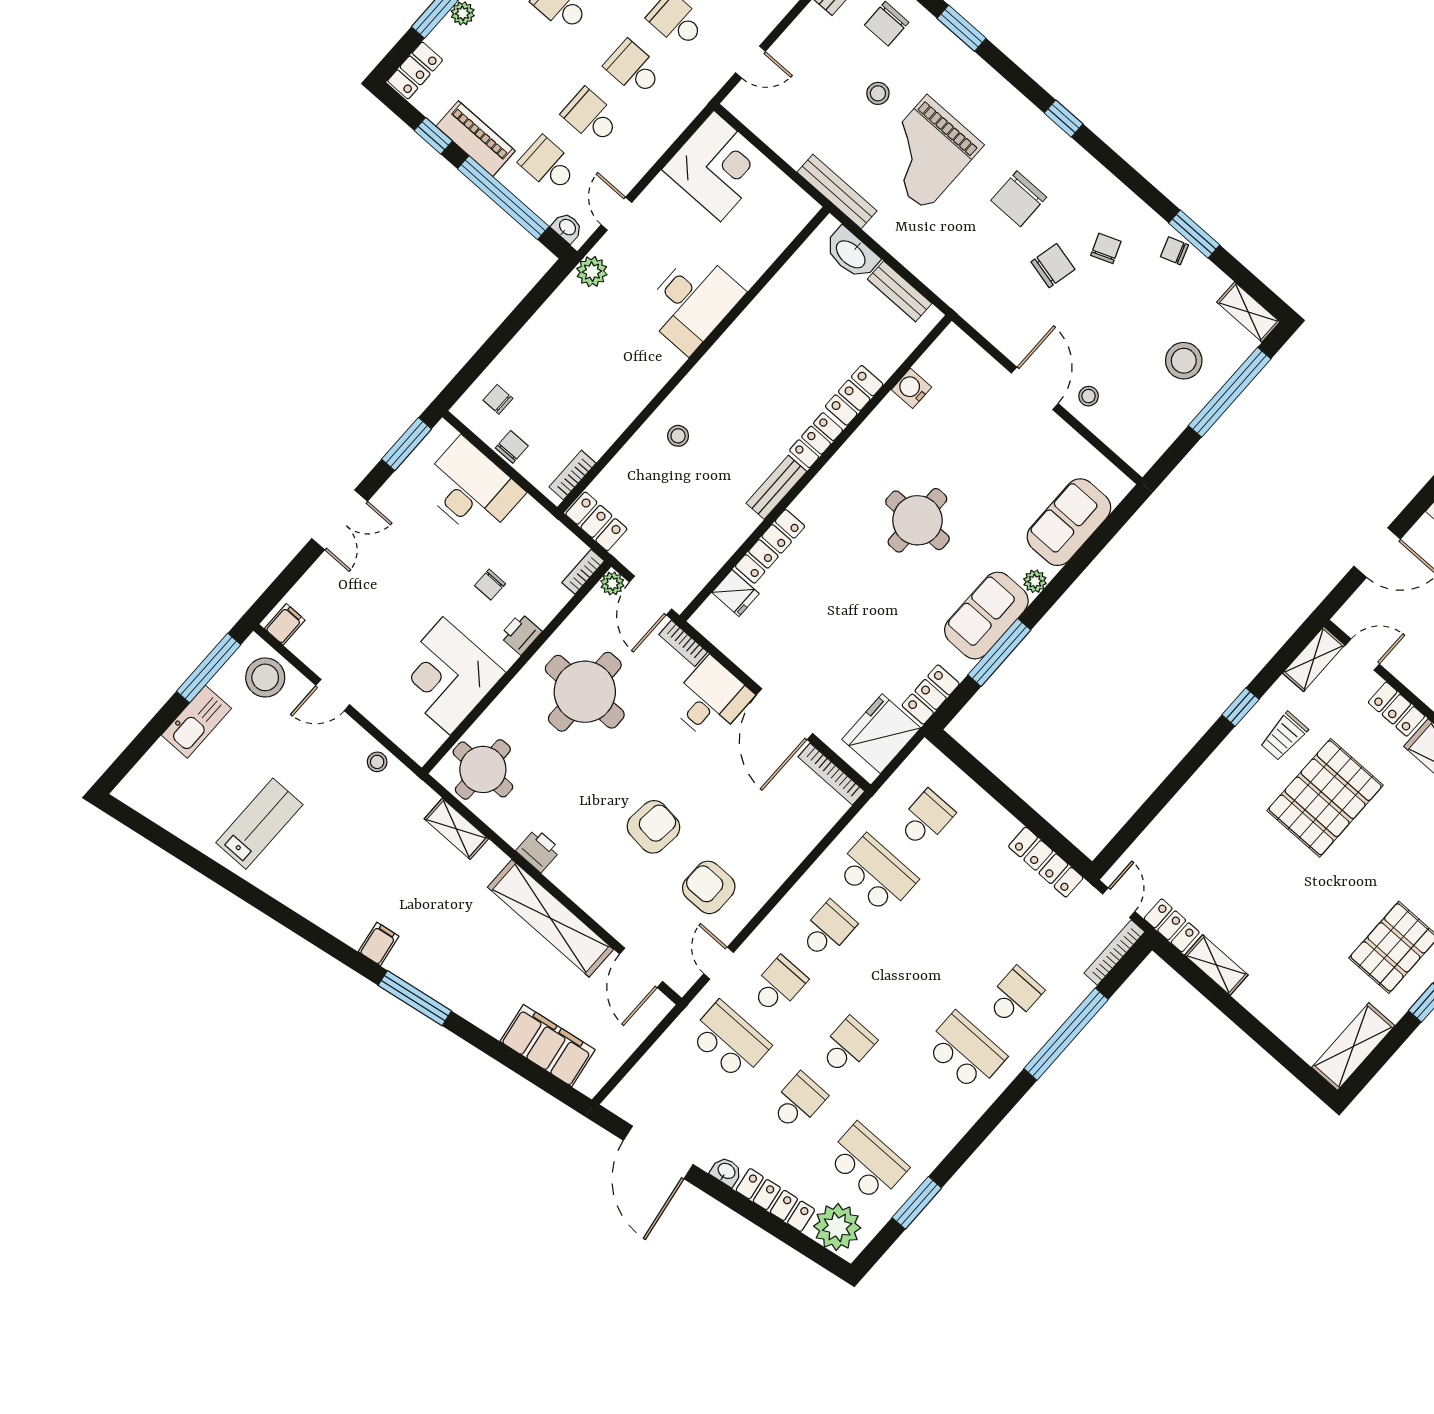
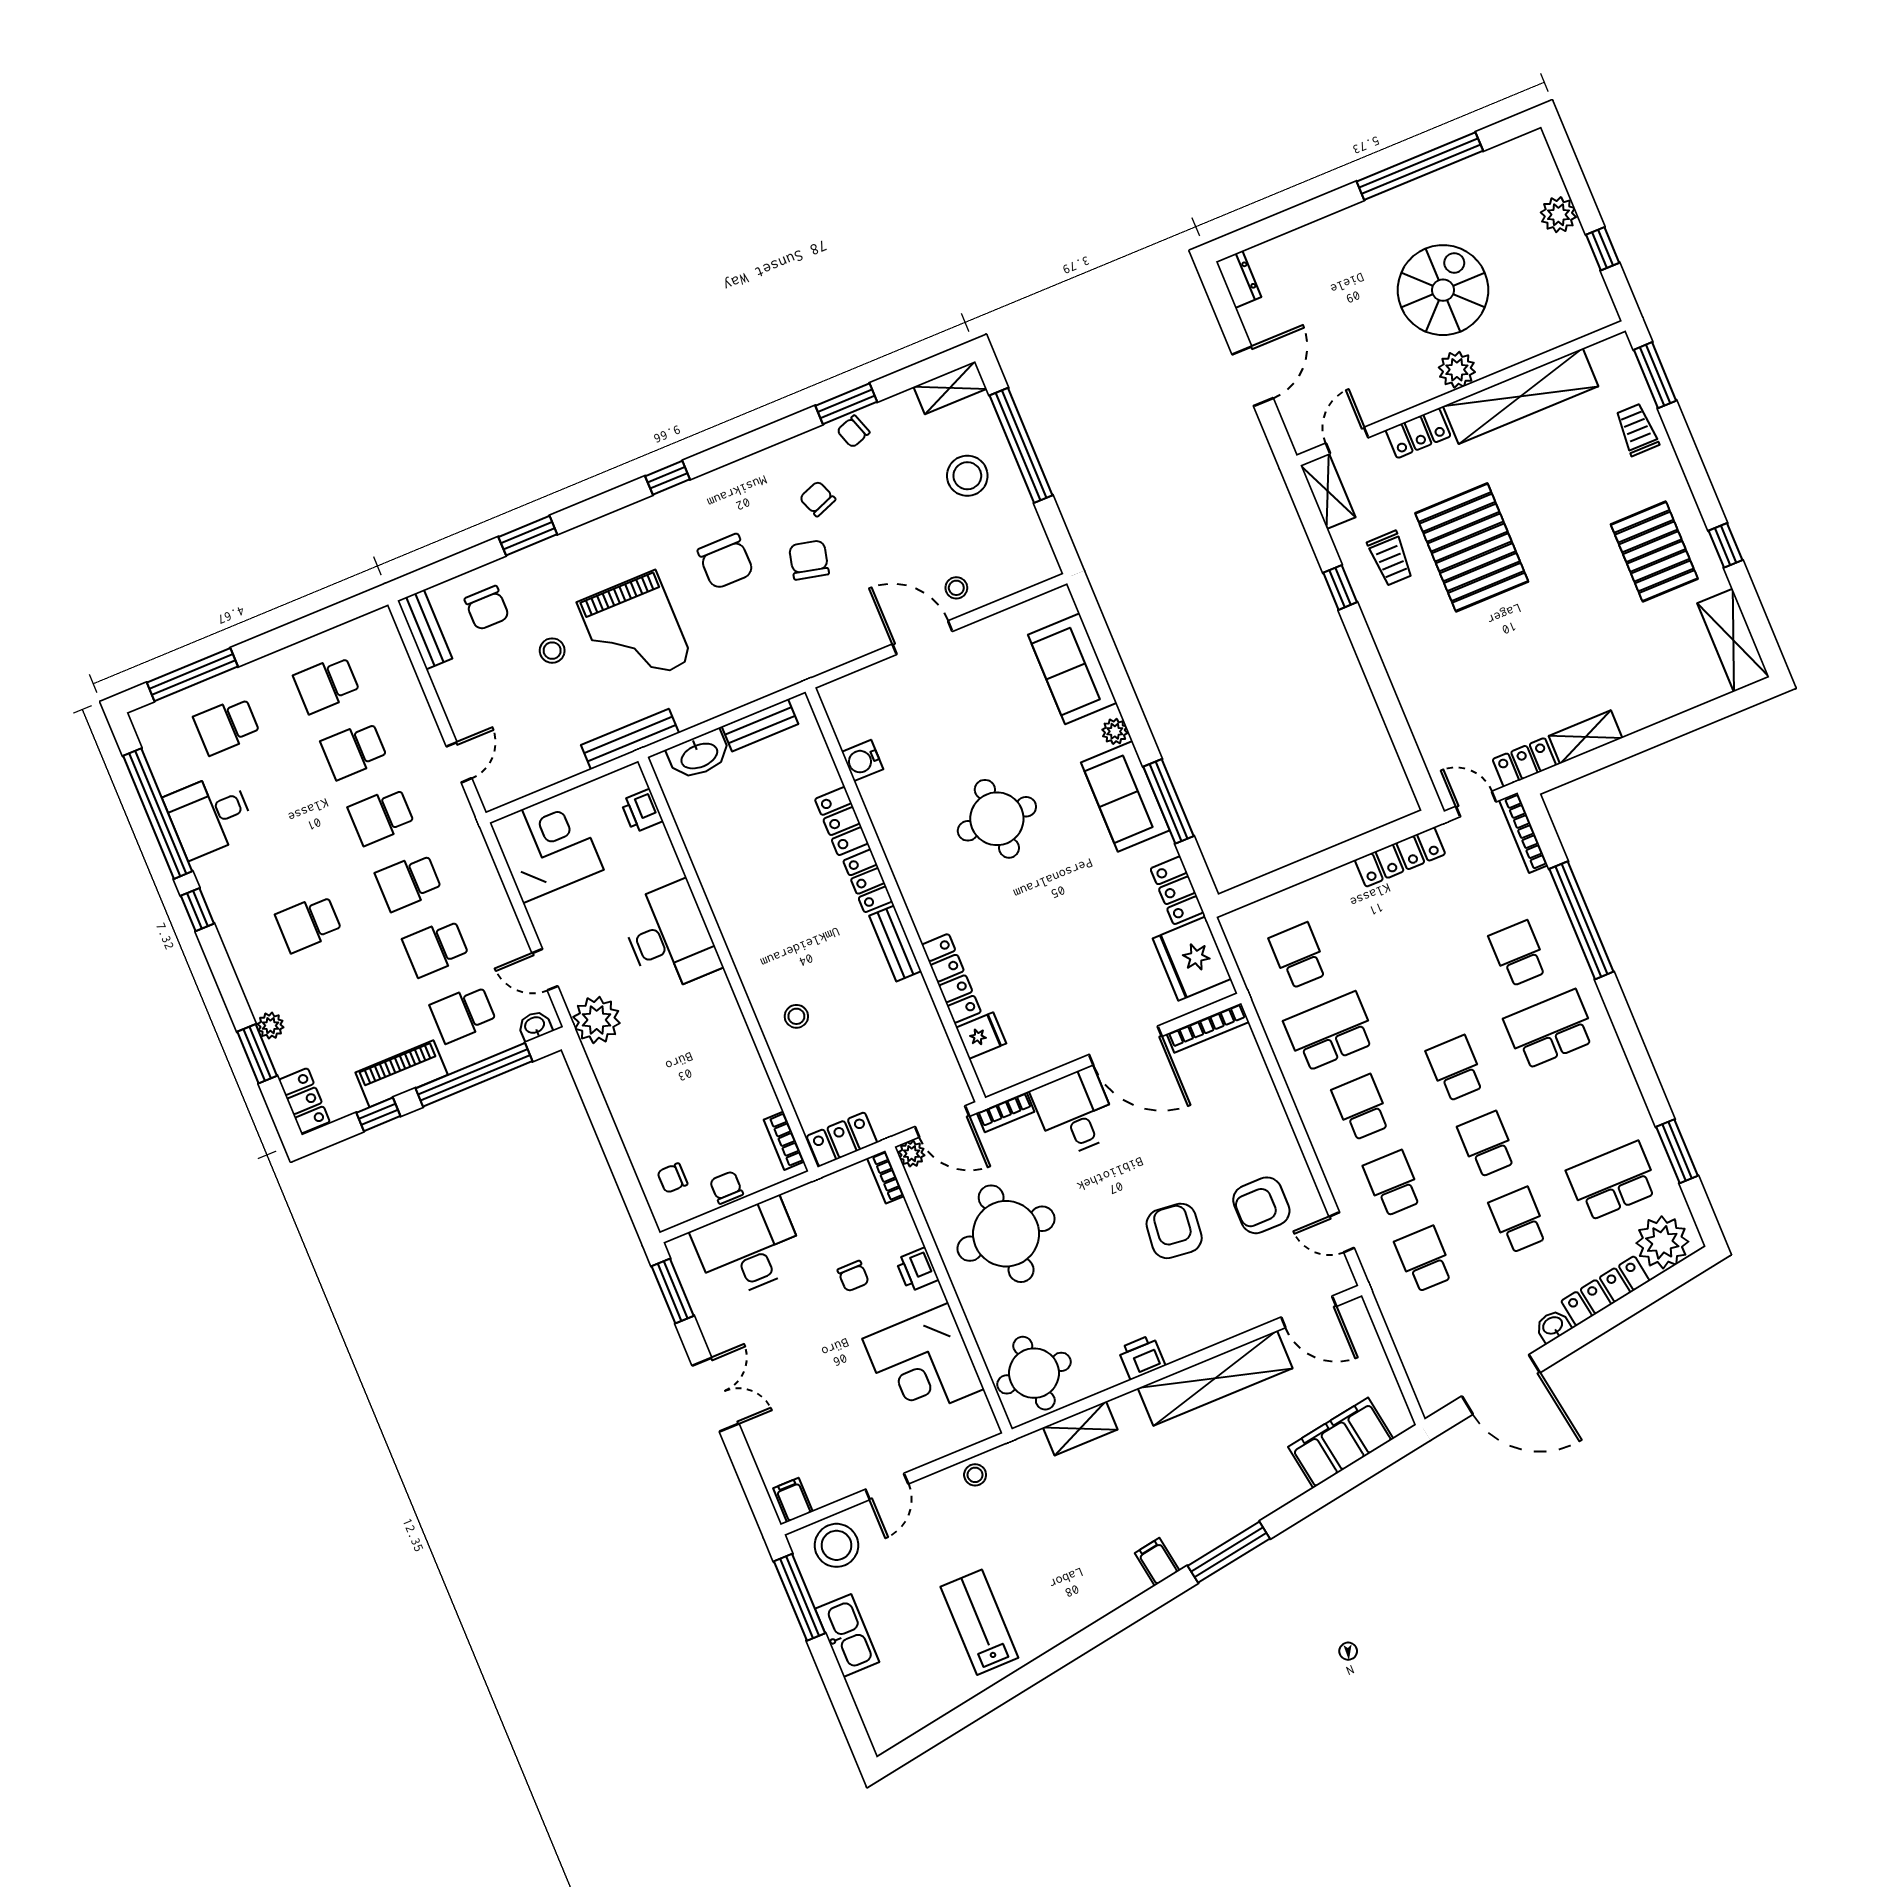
printer: (783, 229) -> (642, 811), added
plant: (592, 272) -> (597, 1020), width x1.36, depth x1.36
school desk: (896, 991) -> (1456, 1068), added
school desk: (729, 1041) -> (1424, 1259), width x0.54

